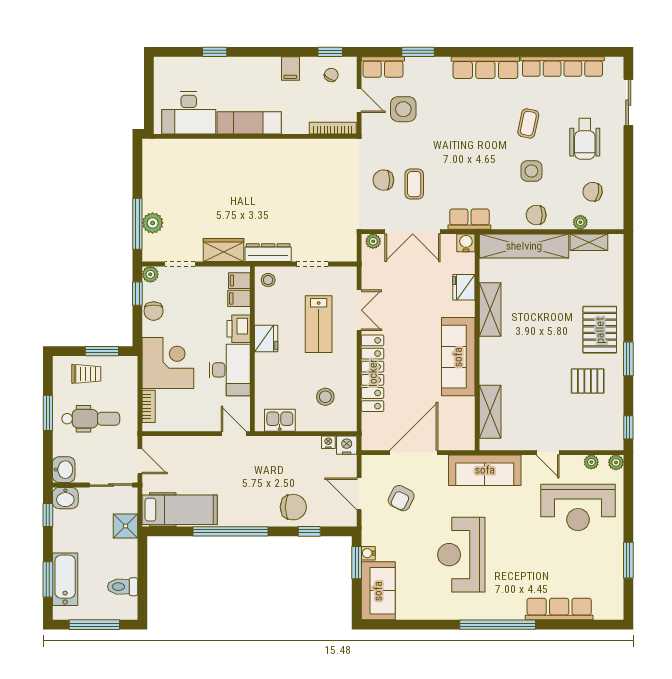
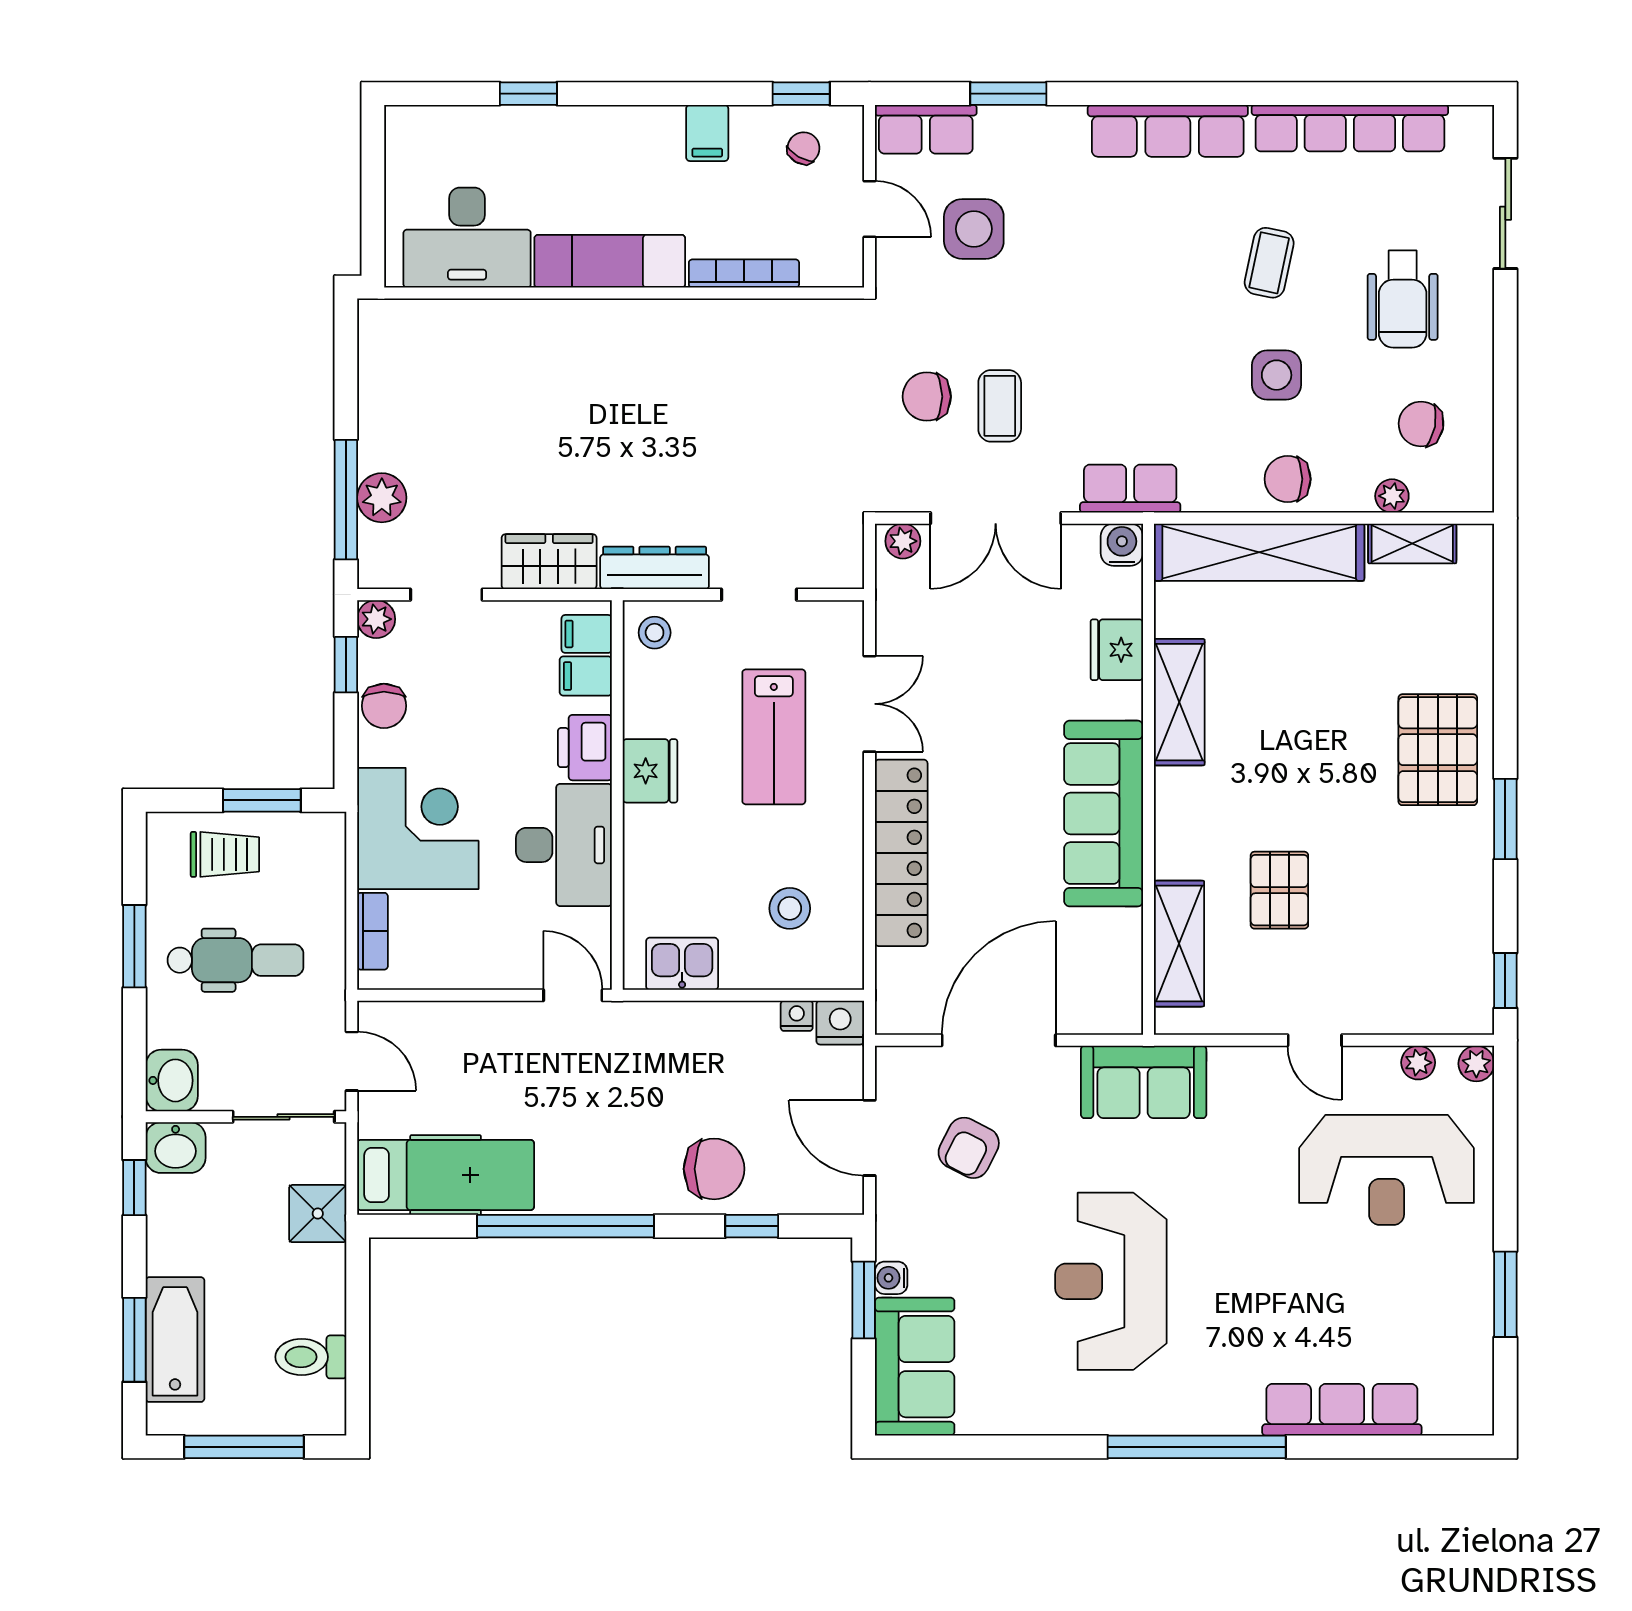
bookcase: (333, 128) -> (744, 274), moved
pallet: (588, 381) -> (1279, 890), moved, turned 90
sofa: (485, 470) -> (1144, 1082), width x0.73

